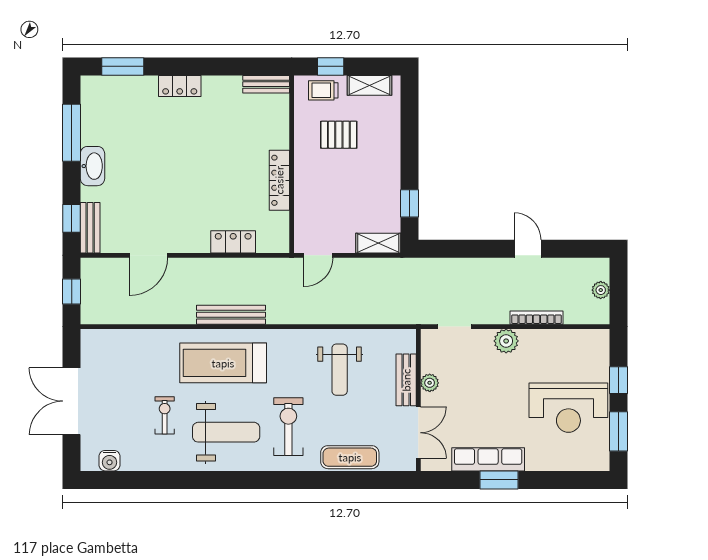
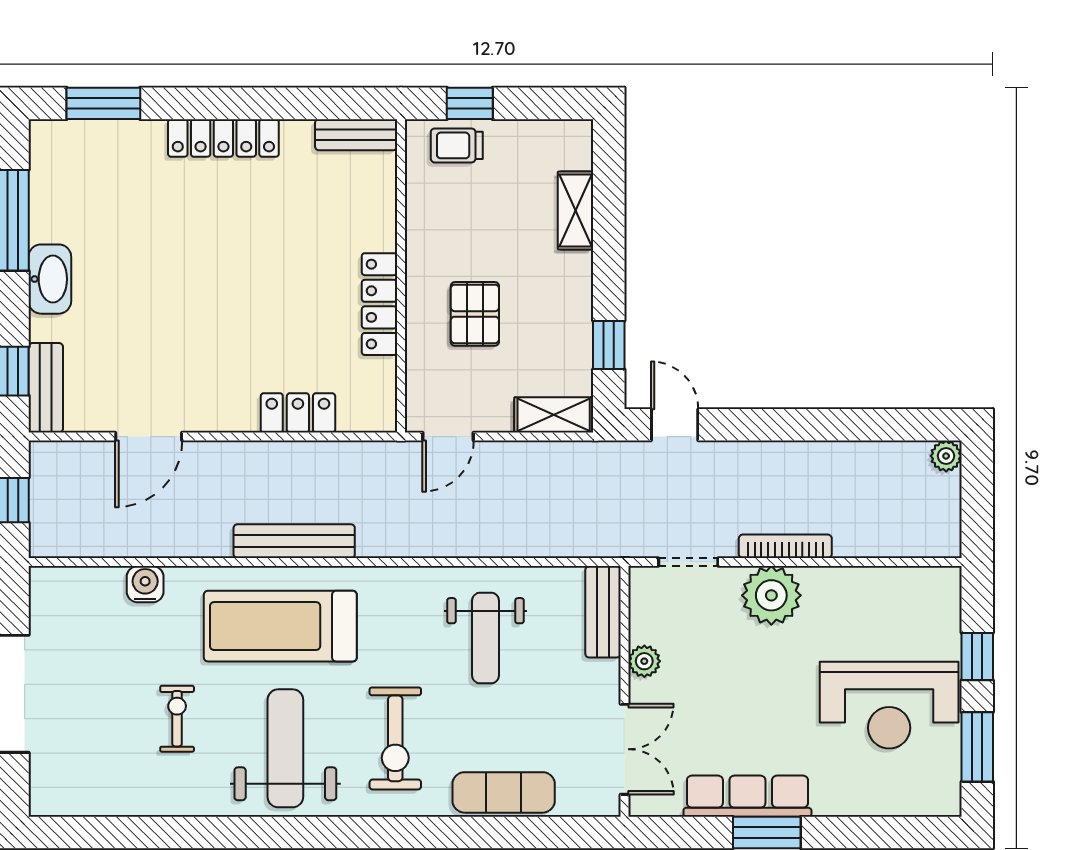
shelving: (370, 85) -> (575, 210), moved, turned 90
locker: (180, 86) -> (223, 138), width x1.53
pallet: (339, 135) -> (475, 314), moved, turned 90
door: (528, 249) -> (675, 425), moved
plant: (601, 290) -> (946, 456), moved
bookcase: (537, 318) -> (785, 546), moved
plant: (506, 341) -> (771, 595), width x1.36, depth x1.36
bench: (406, 380) -> (603, 612), moved
exercise bike: (288, 427) -> (395, 738), turned 180
weight bench: (226, 432) -> (285, 748), turned -90
water cooler: (110, 461) -> (145, 584), moved, turned 180

